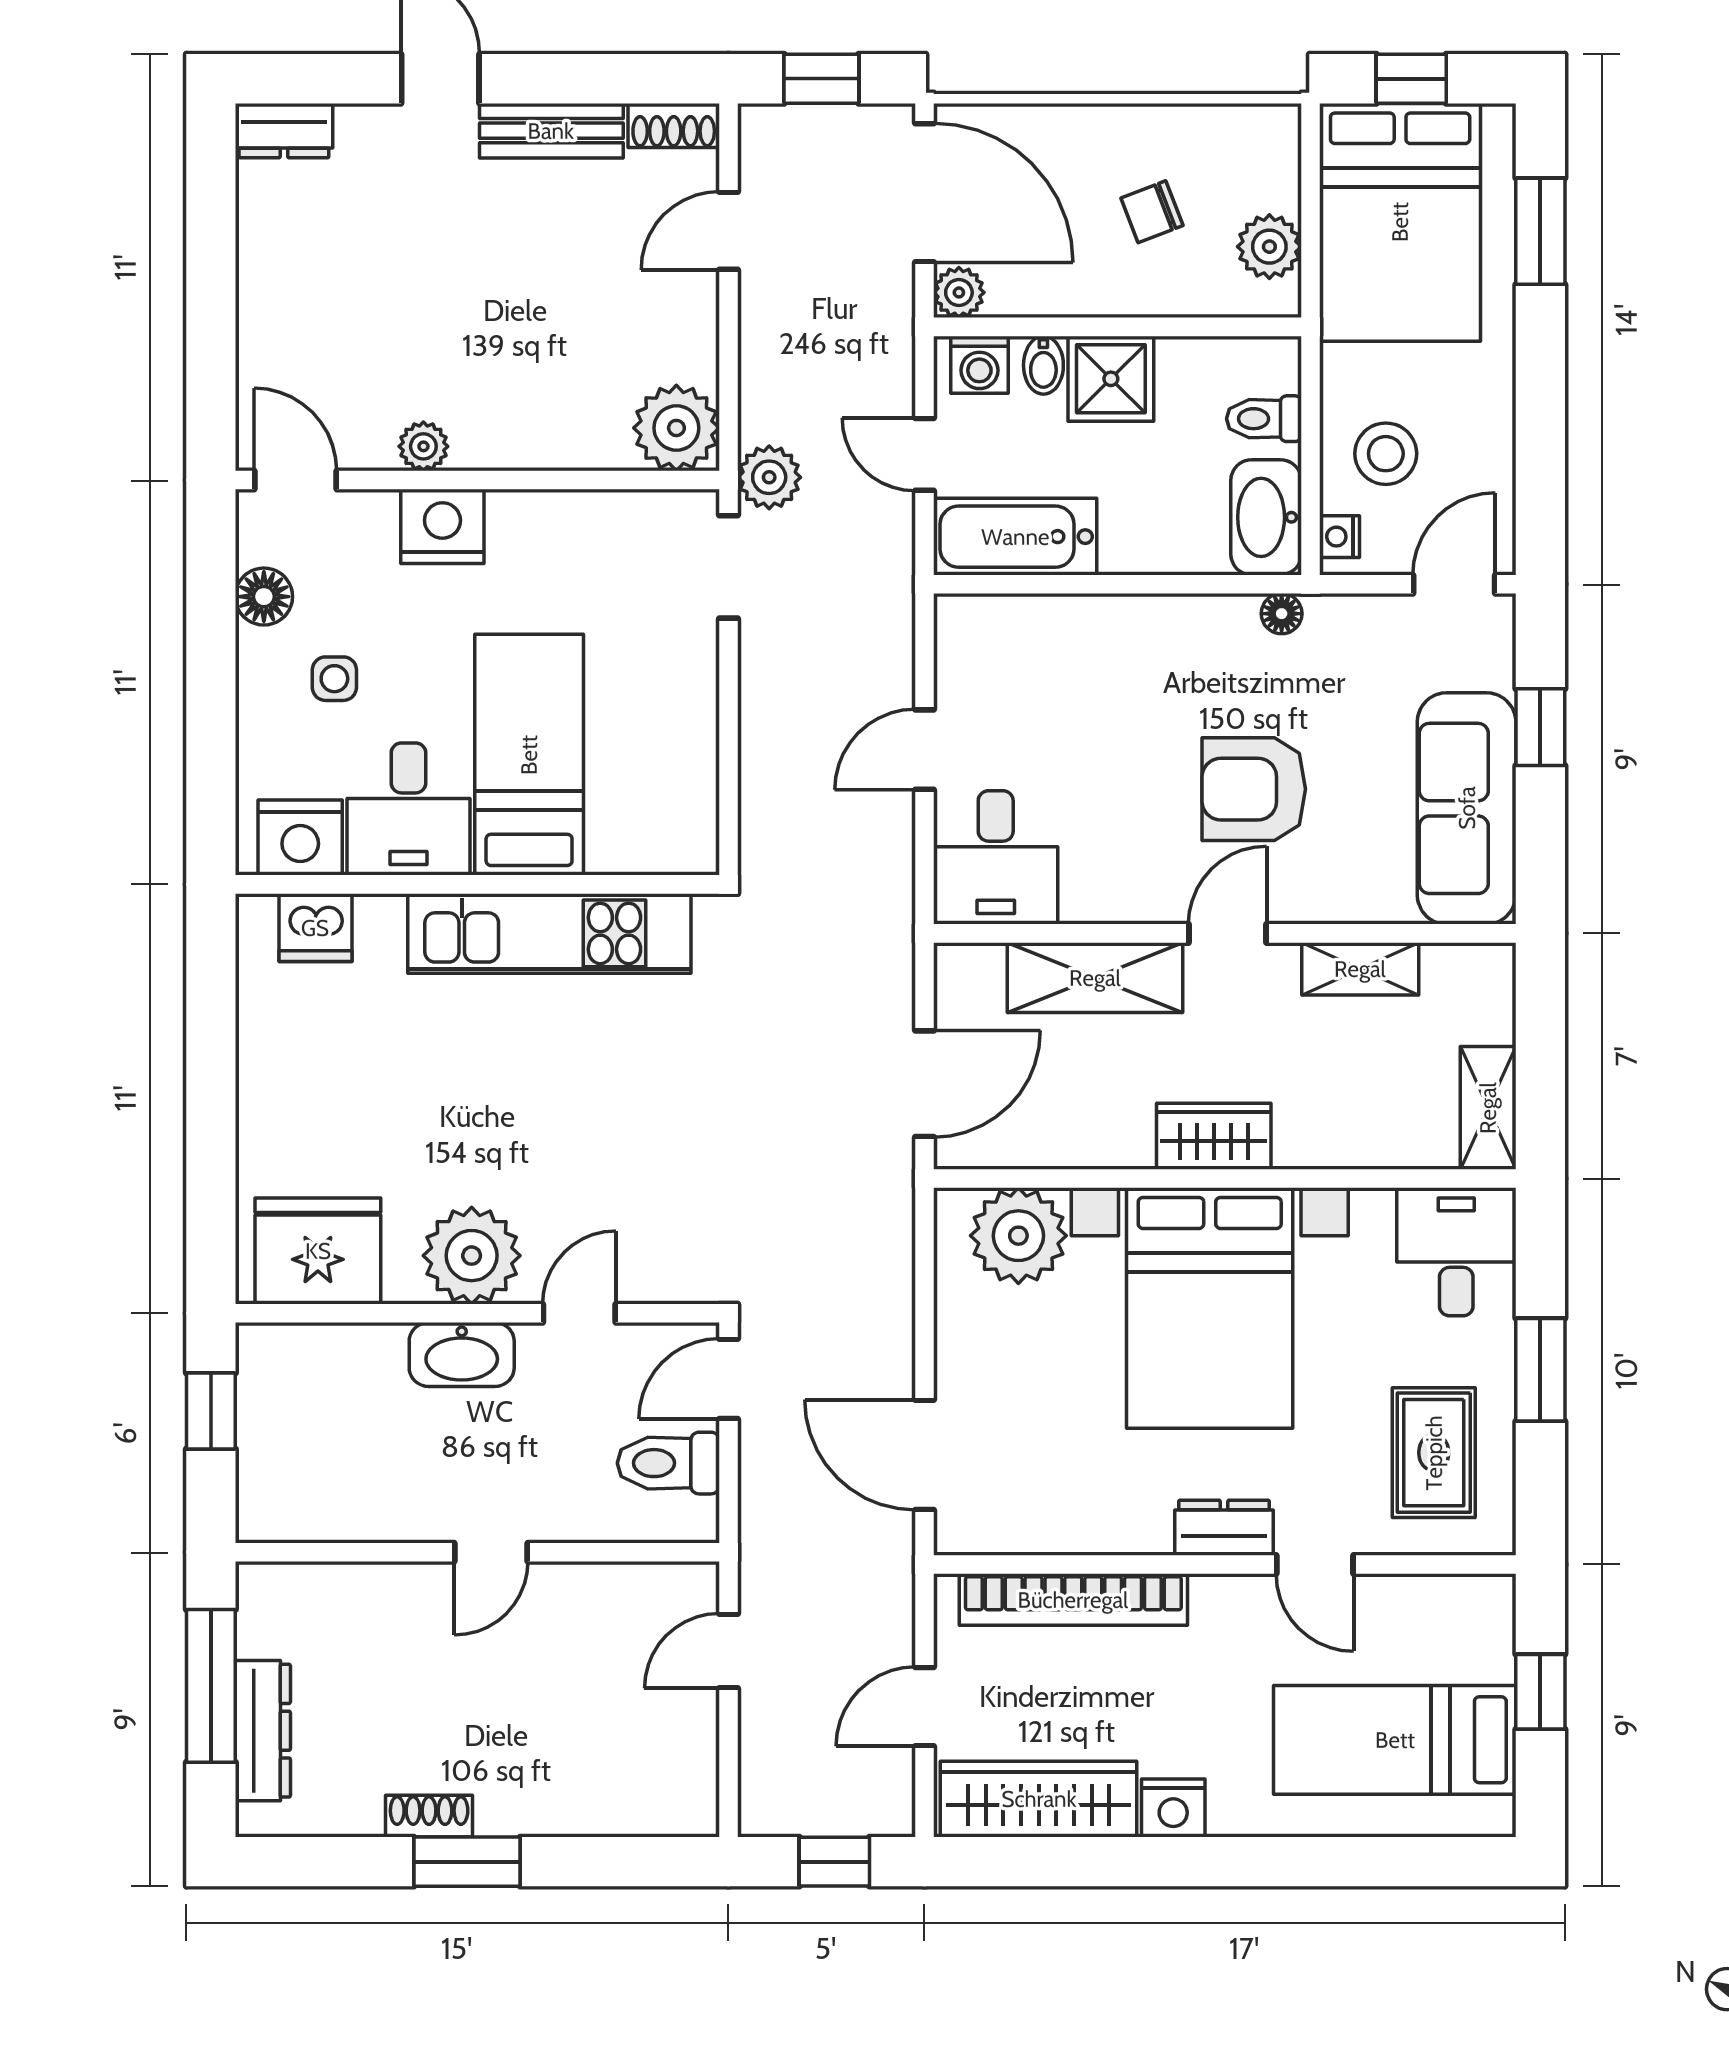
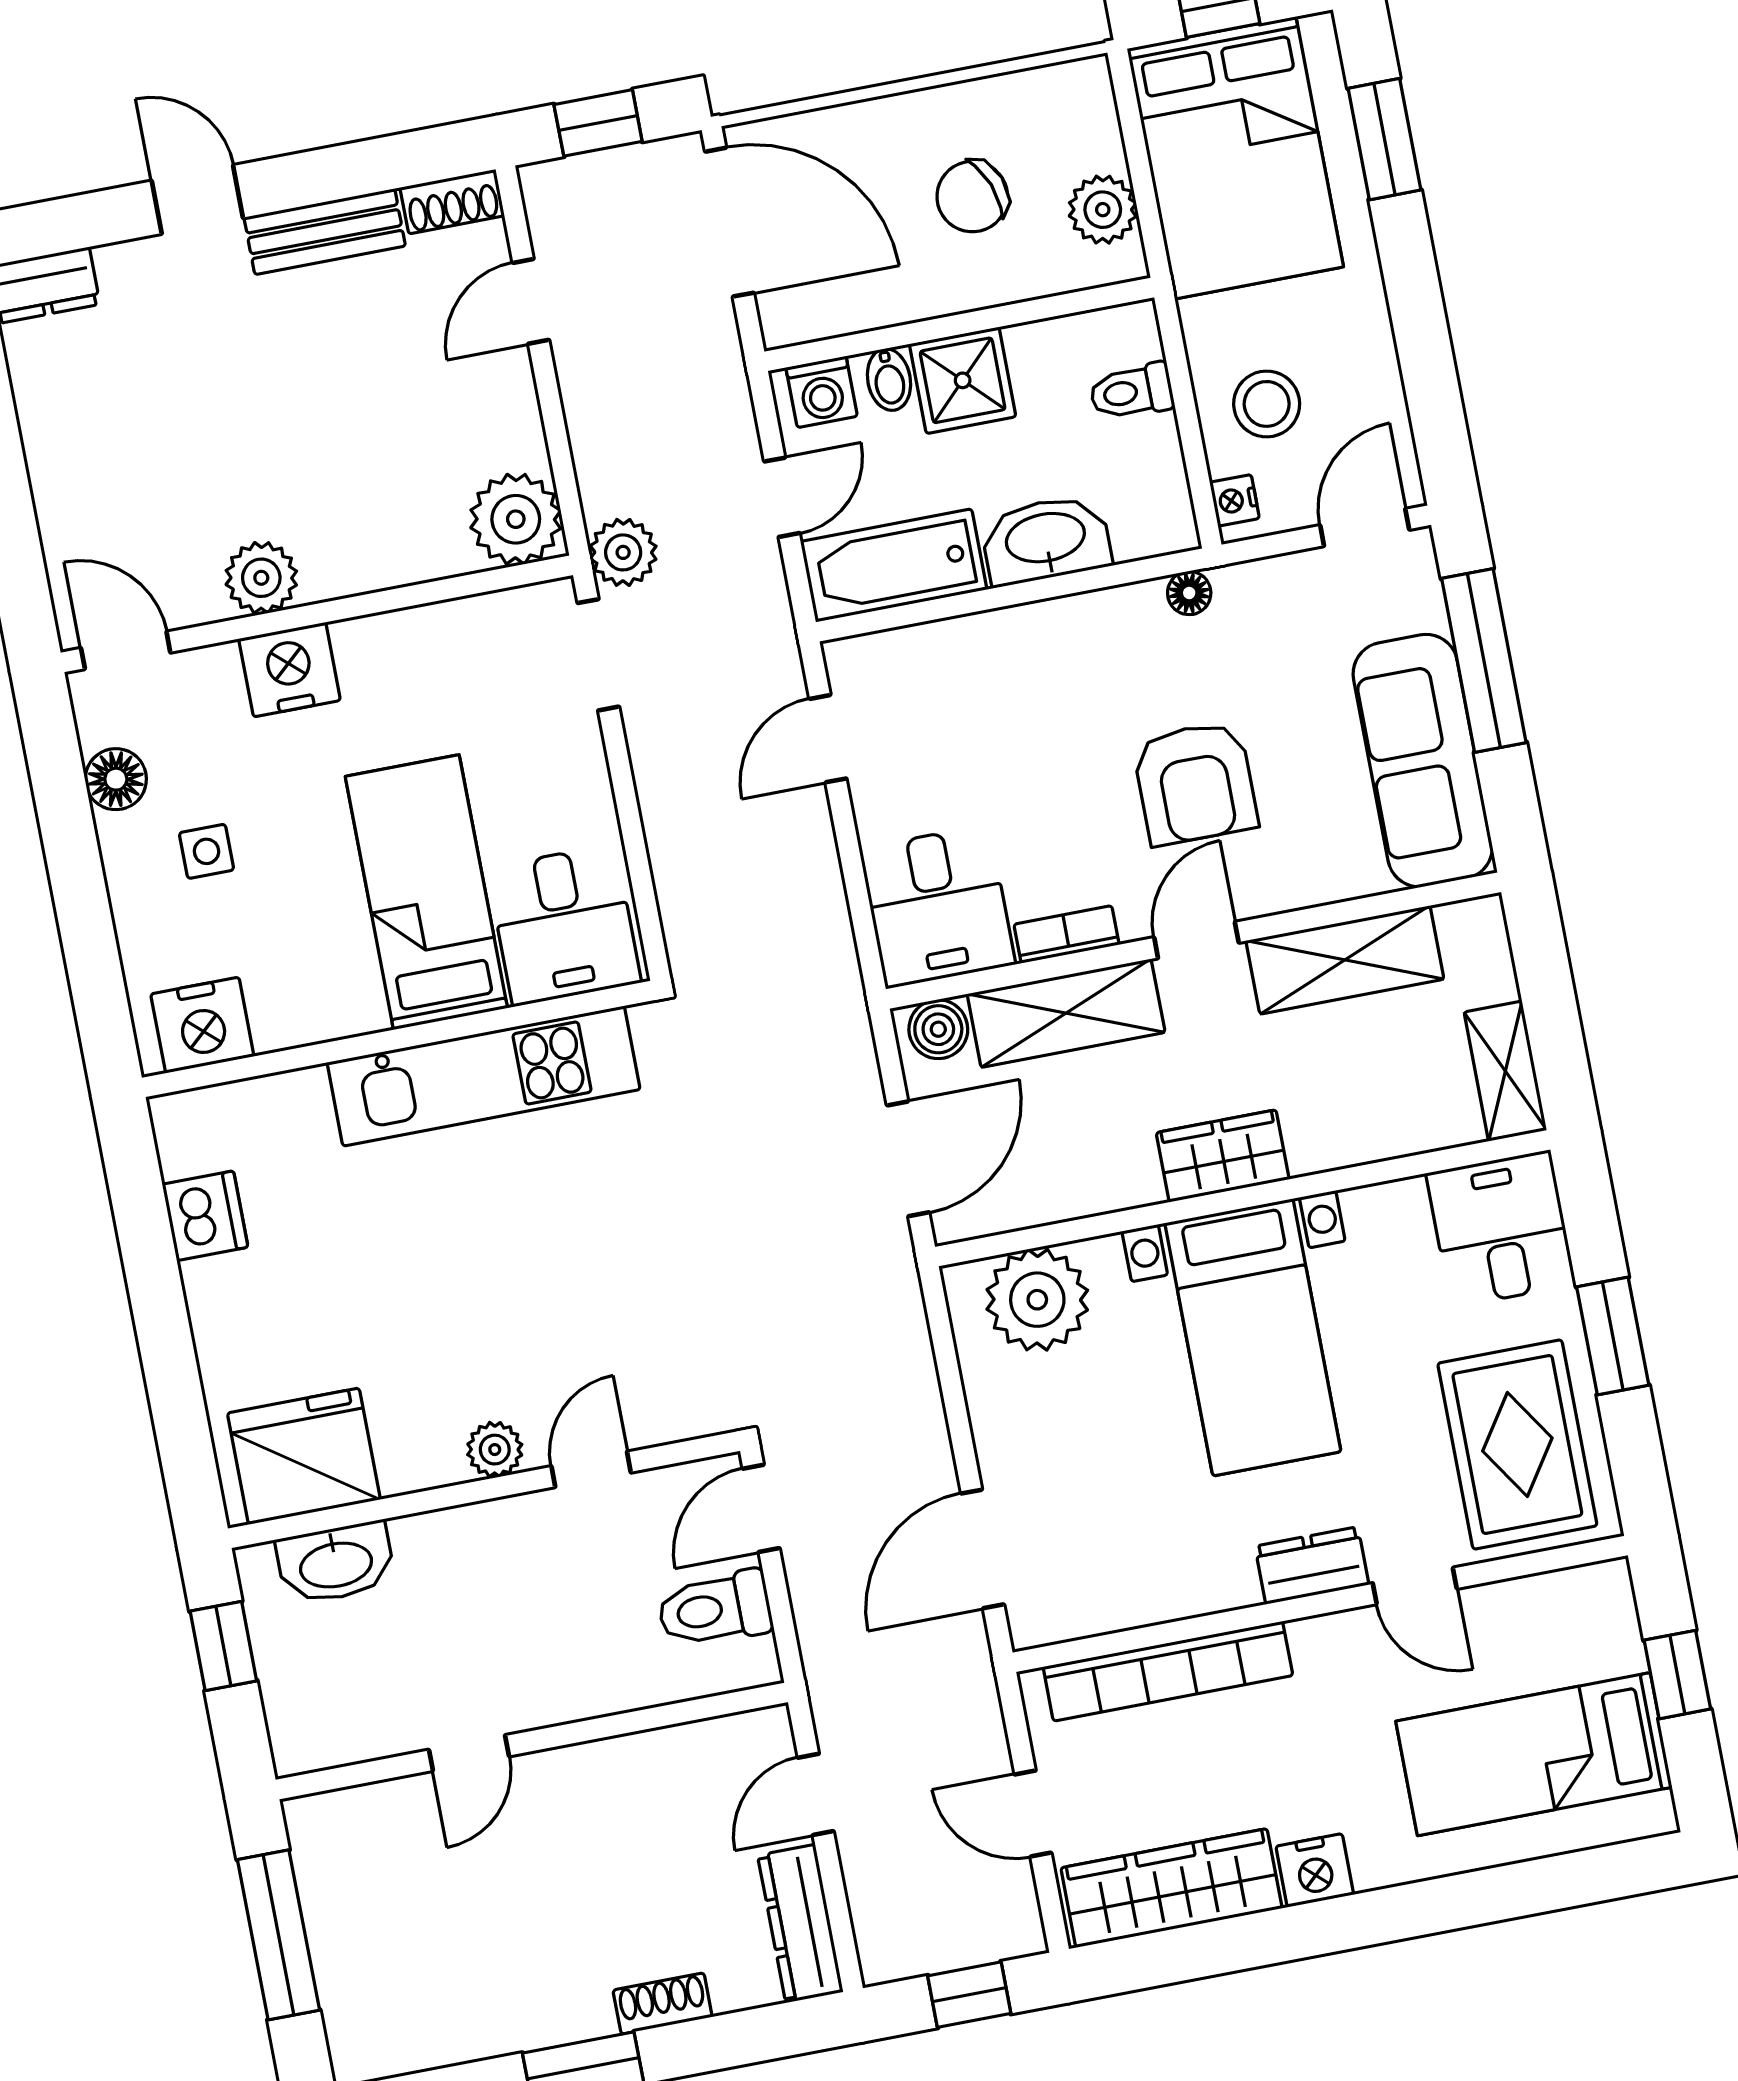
chair: (1152, 212) -> (972, 197), width x1.37, depth x1.37
plant: (959, 292) -> (786, 320), removed
plant: (423, 446) -> (261, 578), width x1.38, depth x1.38
door: (925, 454) -> (782, 497), swing flipped
washbasin: (1266, 517) -> (1046, 540), moved, turned 90
window: (1540, 727) -> (1484, 660), width x2.17
door: (925, 750) -> (828, 739), moved
armchair: (1254, 789) -> (1195, 783), turned -90
desk: (409, 809) -> (564, 925), moved
bookcase: (1109, 906) -> (1066, 934), added
dishwasher: (315, 928) -> (205, 1216), moved, turned -90
shelving: (1360, 969) -> (1345, 960), width x1.50, depth x1.33
boiler: (975, 970) -> (938, 1029), added
plant: (472, 1256) -> (495, 1450), width x0.53, depth x0.53
bed with nightstands: (1210, 1308) -> (1253, 1337), width x0.73
washbasin: (462, 1355) -> (336, 1563), moved
rug: (1434, 1453) -> (1517, 1445), width x1.36, depth x1.43
door: (925, 1455) -> (983, 1549), hinge flipped
door: (491, 1552) -> (469, 1753), moved
door: (925, 1707) -> (1033, 1814), hinge flipped
dresser: (263, 1731) -> (800, 1924), moved, turned 180
shoe rack: (429, 1816) -> (663, 2004), moved

